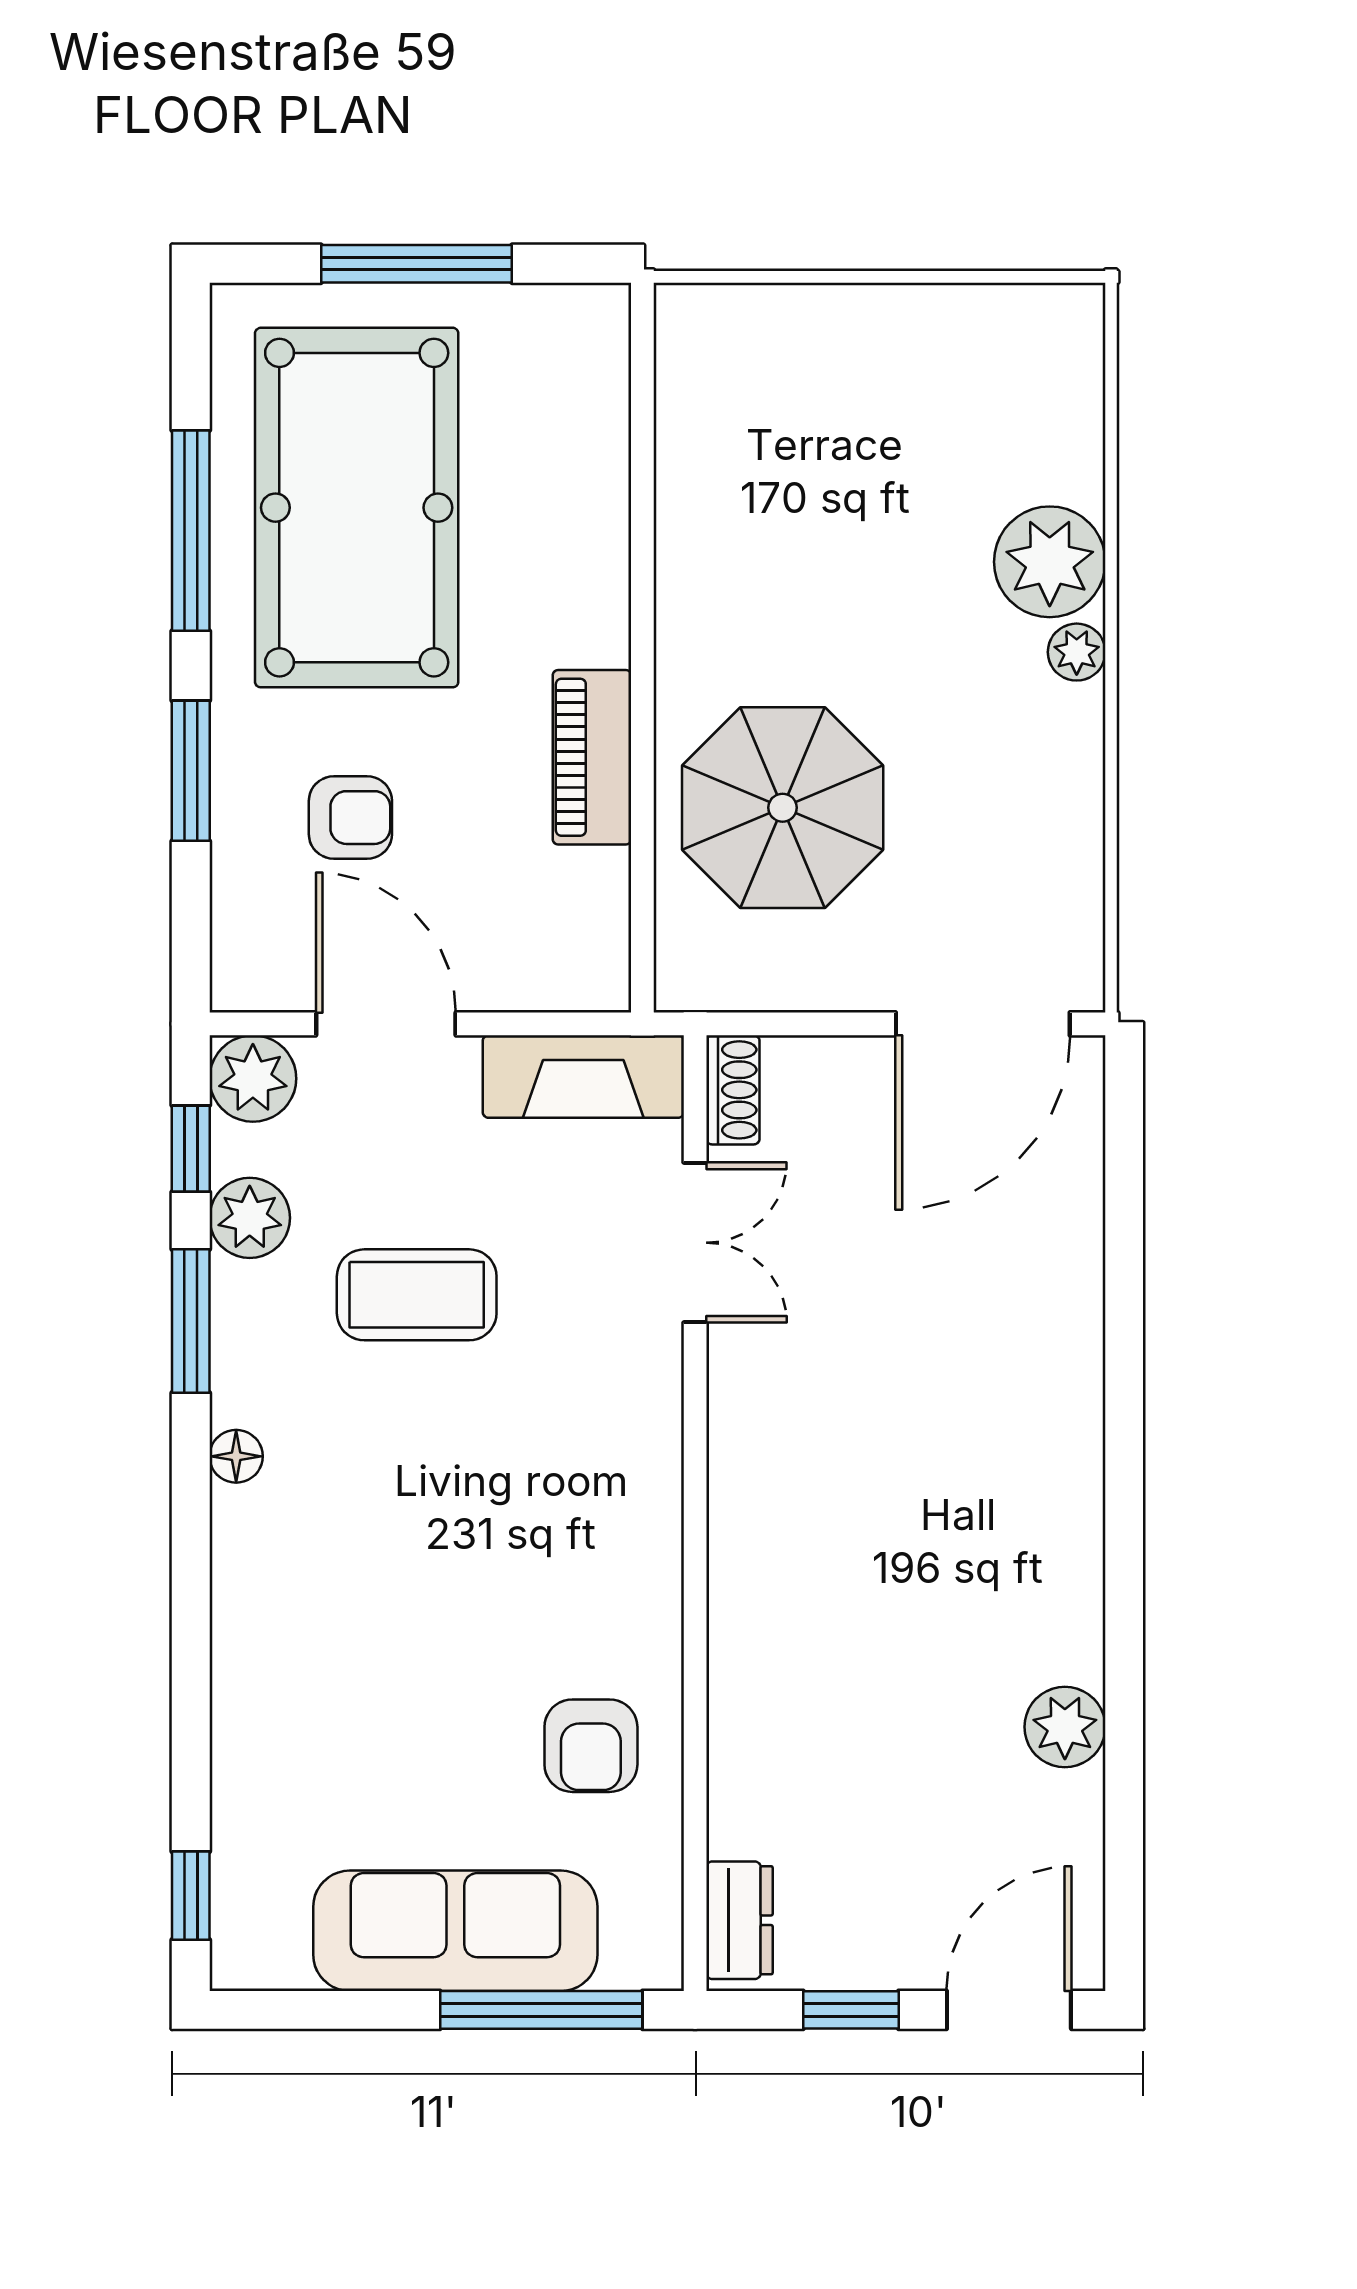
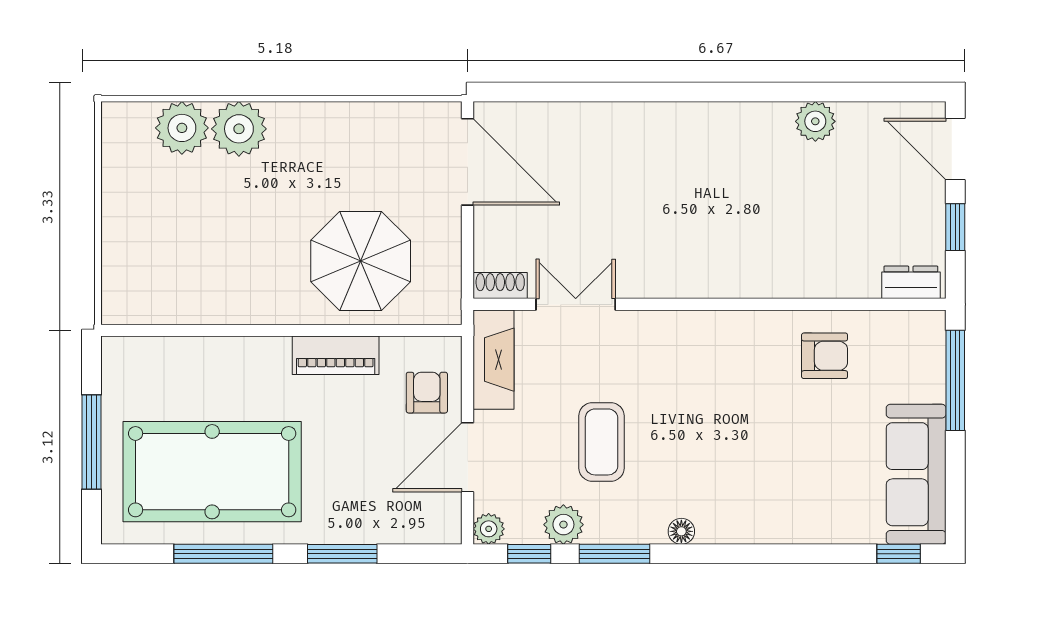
plant: (1077, 652) -> (182, 128), moved, width x1.88, depth x1.88
armchair: (350, 818) -> (427, 393), moved
plant: (253, 1079) -> (489, 529), width x0.73, depth x0.73
sofa: (455, 1931) -> (916, 474), moved

